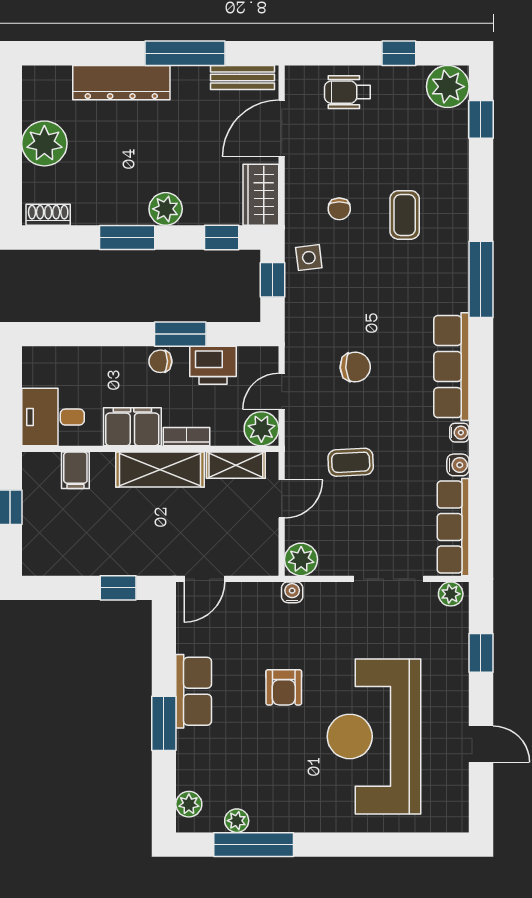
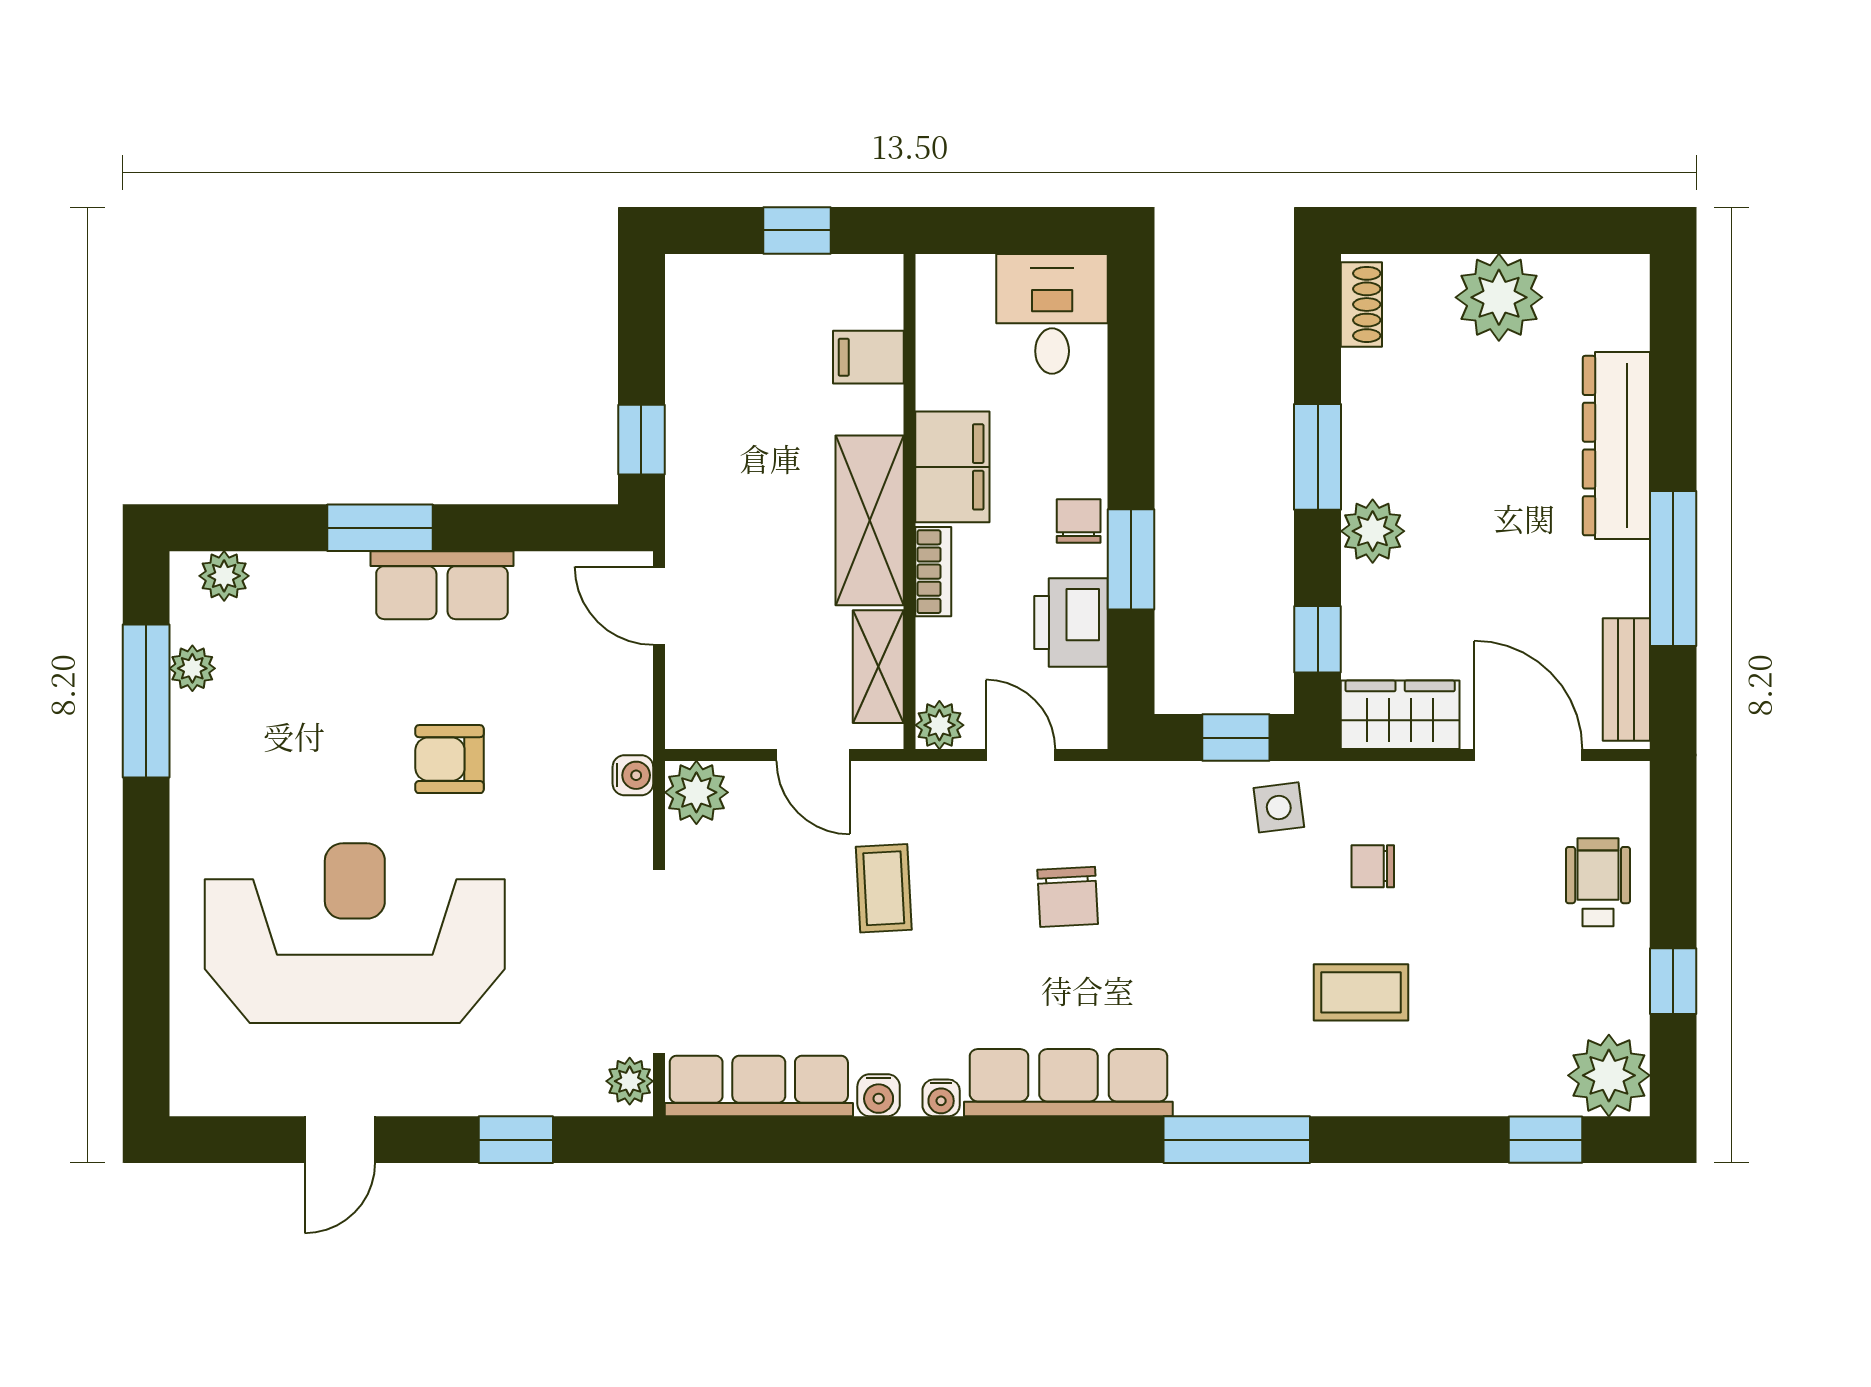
desk: (53, 417) -> (1052, 314), moved
plant: (261, 429) -> (939, 725), width x0.73, depth x0.73
doorway: (389, 579) -> (659, 961), width x1.36

